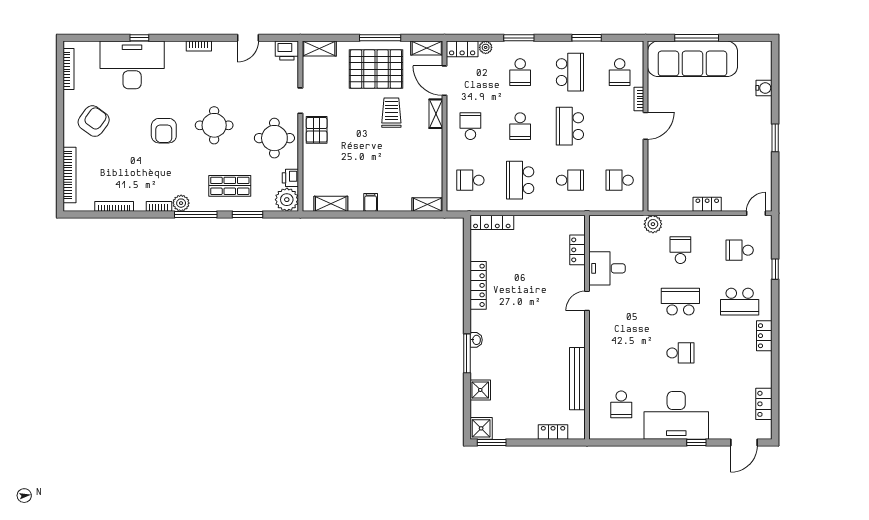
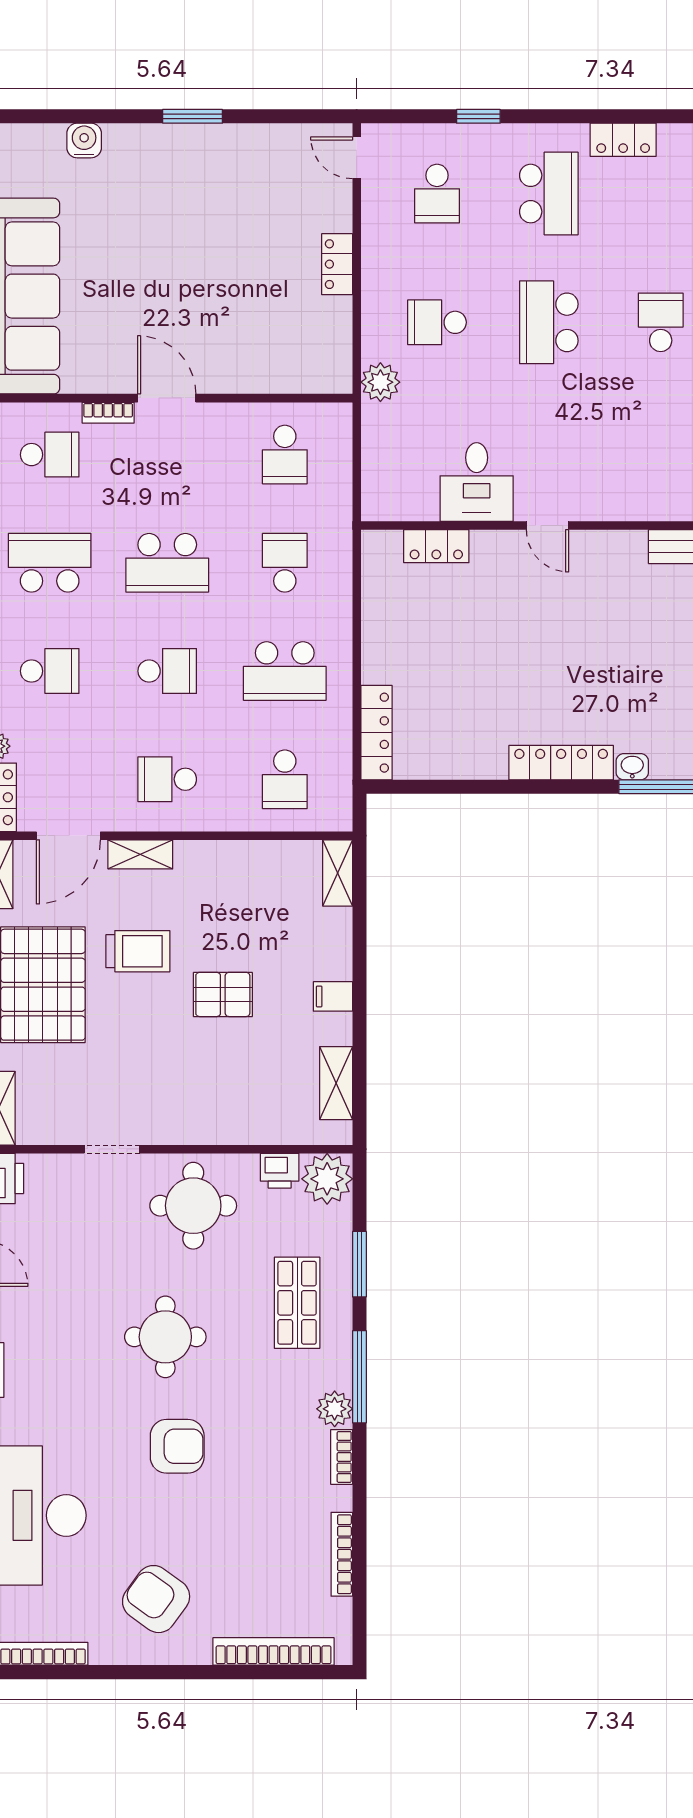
trolley: (391, 113) -> (138, 951), turned 180
pallet: (317, 130) -> (223, 994), moved
locker: (478, 285) -> (561, 763), moved

